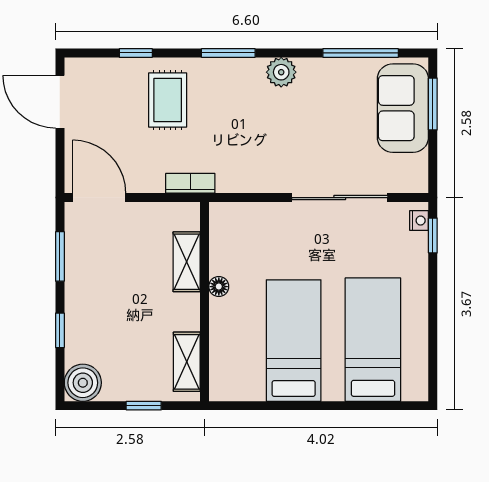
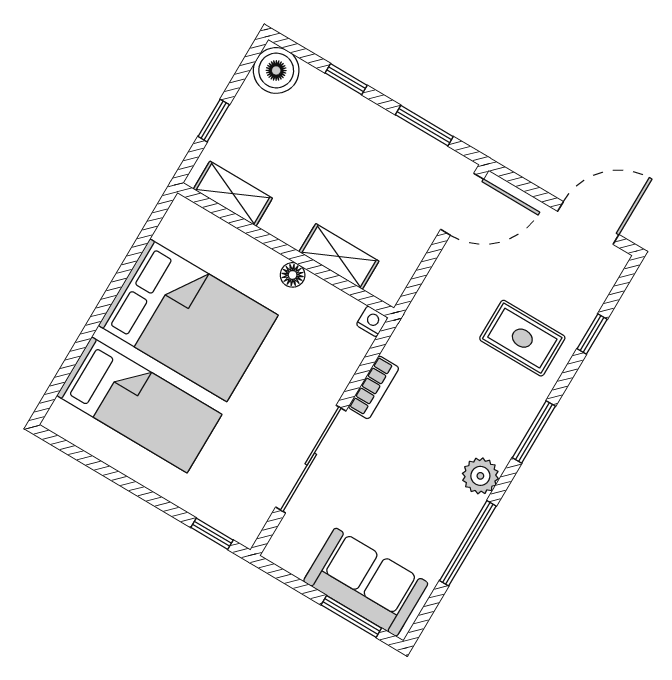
window: (361, 53) -> (468, 543), moved
bookcase: (190, 183) -> (374, 387), moved
nightstand: (419, 221) -> (372, 321), moved, turned 180
bed: (294, 341) -> (188, 320), width x1.50

